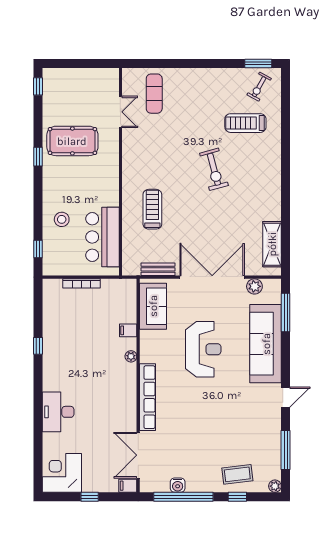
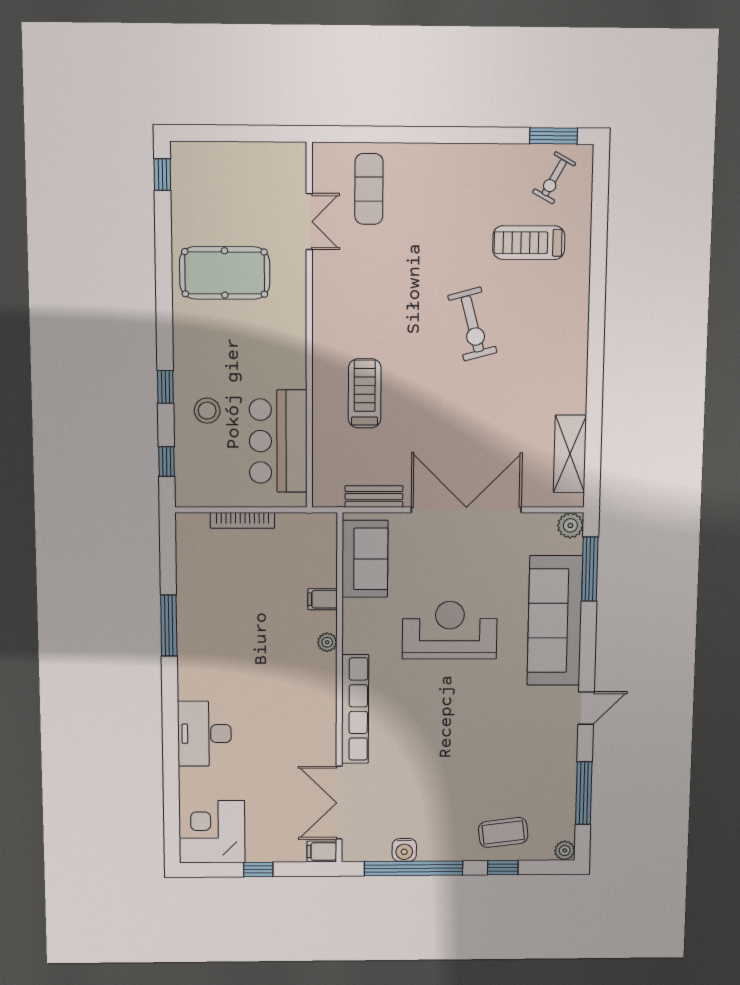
window: (38, 157) -> (165, 387), moved
plant: (254, 286) -> (570, 525), moved
window: (38, 346) -> (169, 625), width x2.17
reception desk: (203, 349) -> (450, 630), turned -90

